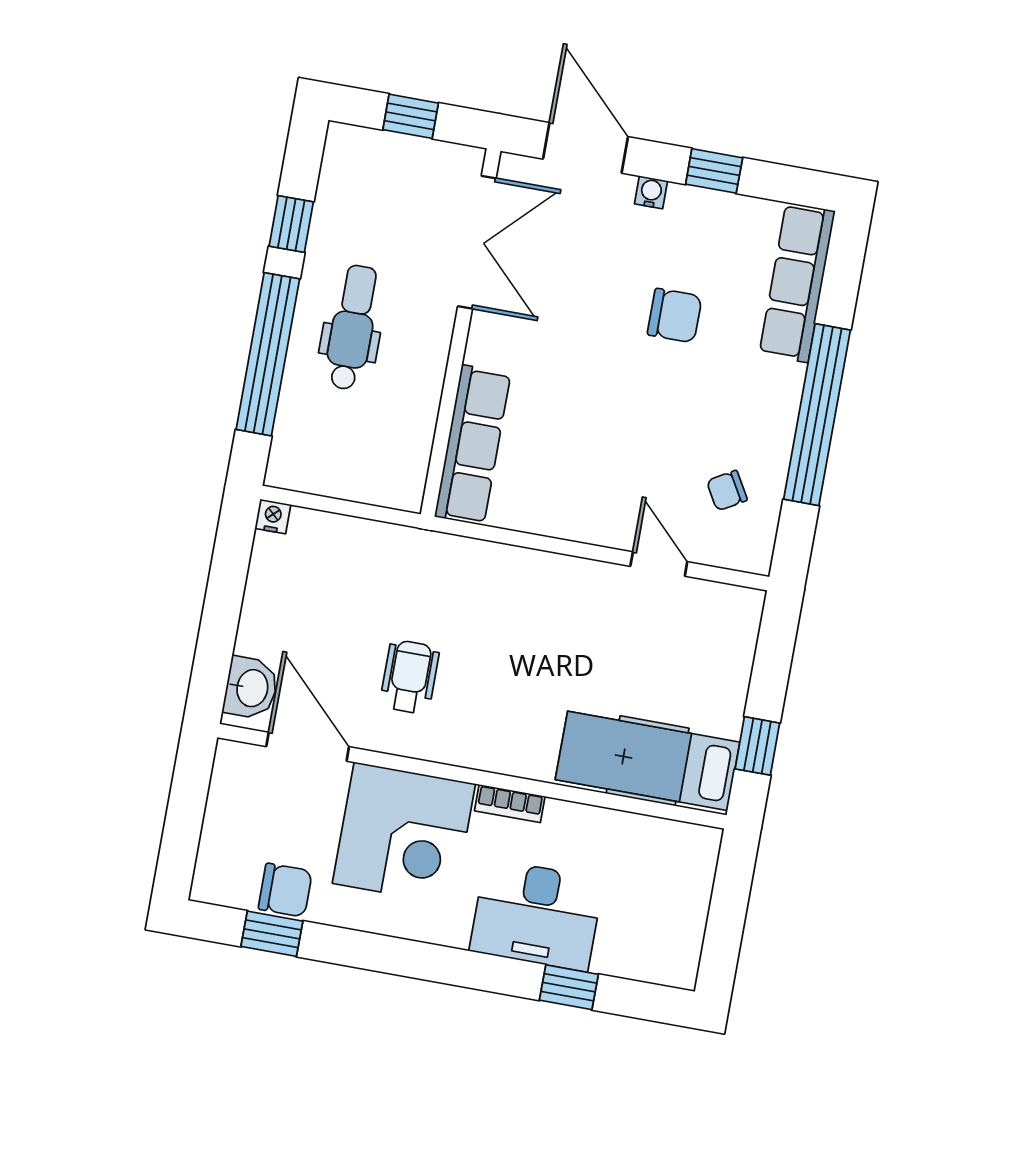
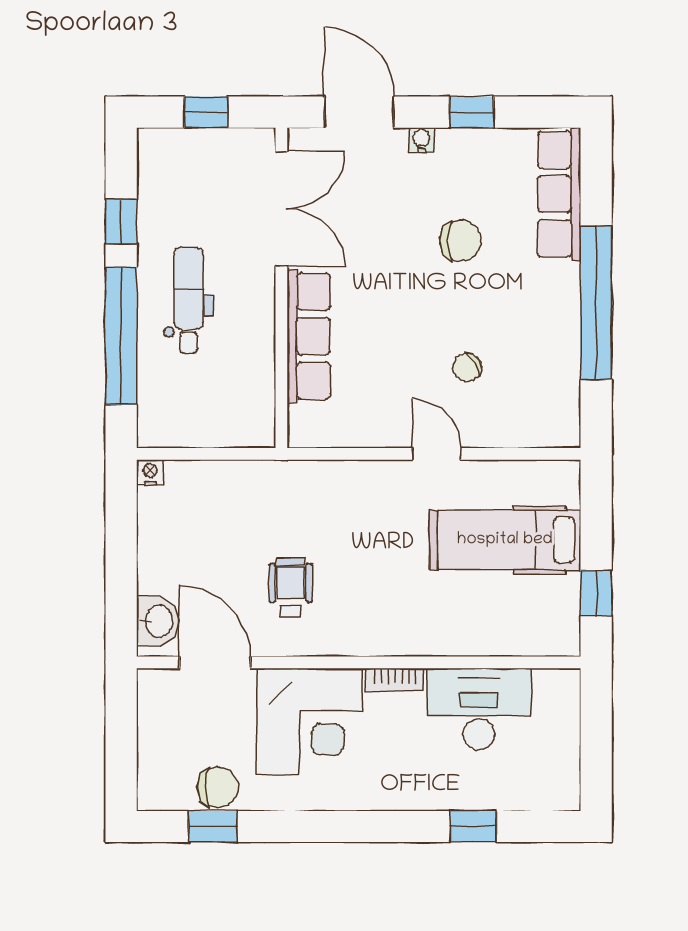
row of seats: (473, 445) -> (309, 336), moved
chair: (727, 491) -> (467, 367), moved
door: (659, 564) -> (436, 454), moved
hospital bed: (648, 761) -> (505, 540), moved
desk: (537, 915) -> (479, 709), moved, turned 180

